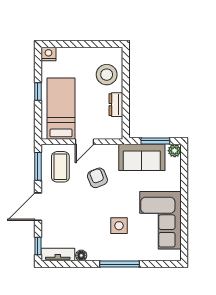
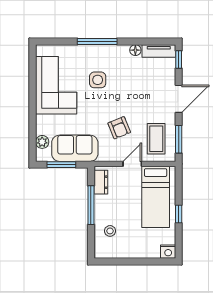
stool: (107, 75) -> (110, 231), width x0.53, depth x0.53
window: (126, 100) -> (91, 205), added
dresser: (116, 105) -> (101, 182), moved
plant: (175, 151) -> (42, 142), moved

